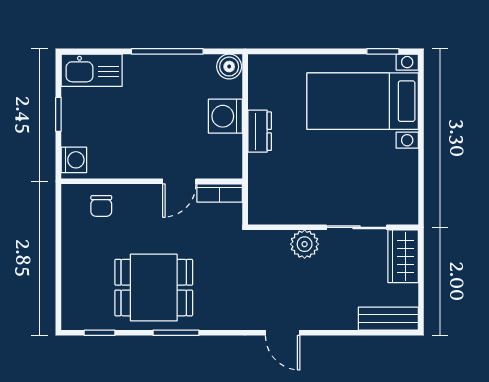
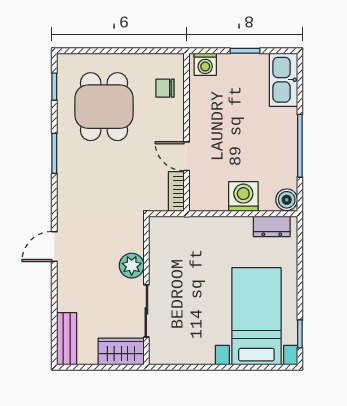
dresser: (260, 131) -> (272, 226), moved
dining table: (154, 288) -> (104, 107), moved

